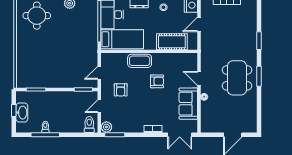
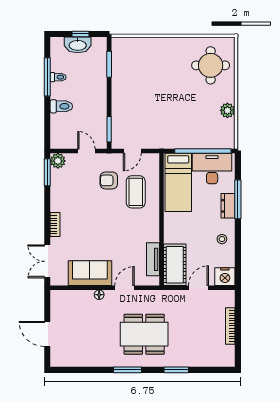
door: (199, 24) -> (198, 288), hinge flipped
cot: (172, 42) -> (175, 265), moved
tv unit: (178, 58) -> (153, 259), added
coffee table: (140, 61) -> (136, 192), moved
door: (99, 73) -> (132, 151), swing flipped
dining table: (237, 78) -> (144, 334), moved
armchair: (157, 81) -> (120, 230), removed
toilet: (89, 124) -> (61, 106), moved

